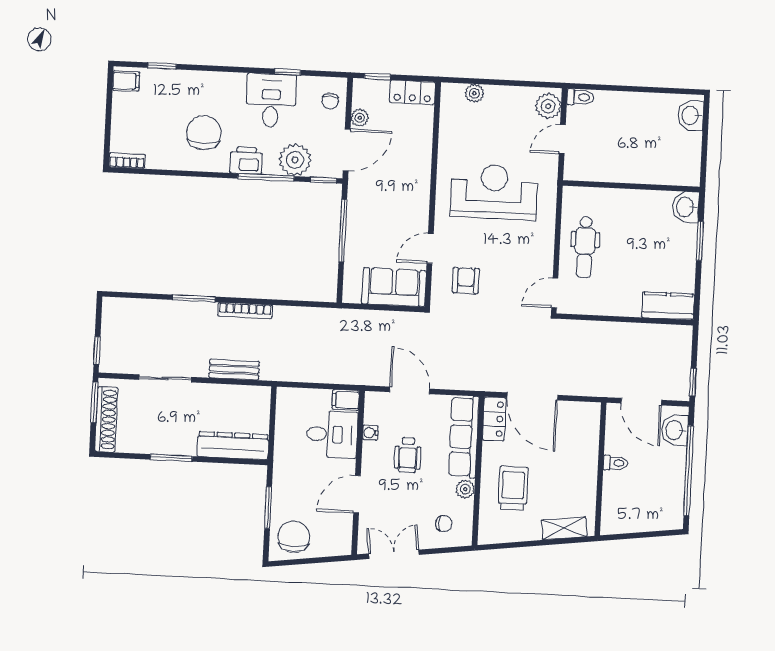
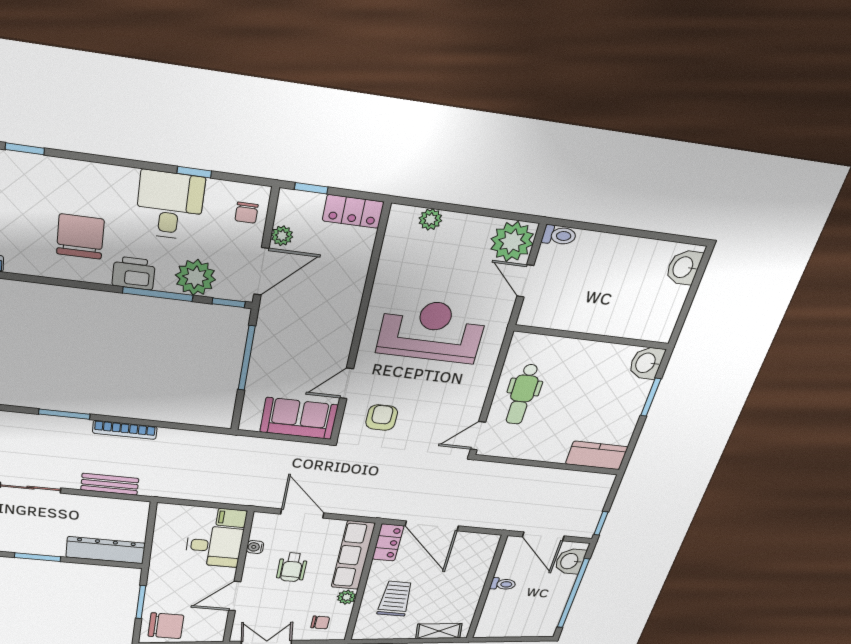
plant: (548, 106) -> (512, 242), width x1.36, depth x1.36
door: (562, 139) -> (525, 281), hinge flipped
chair: (294, 537) -> (166, 626), turned 90

